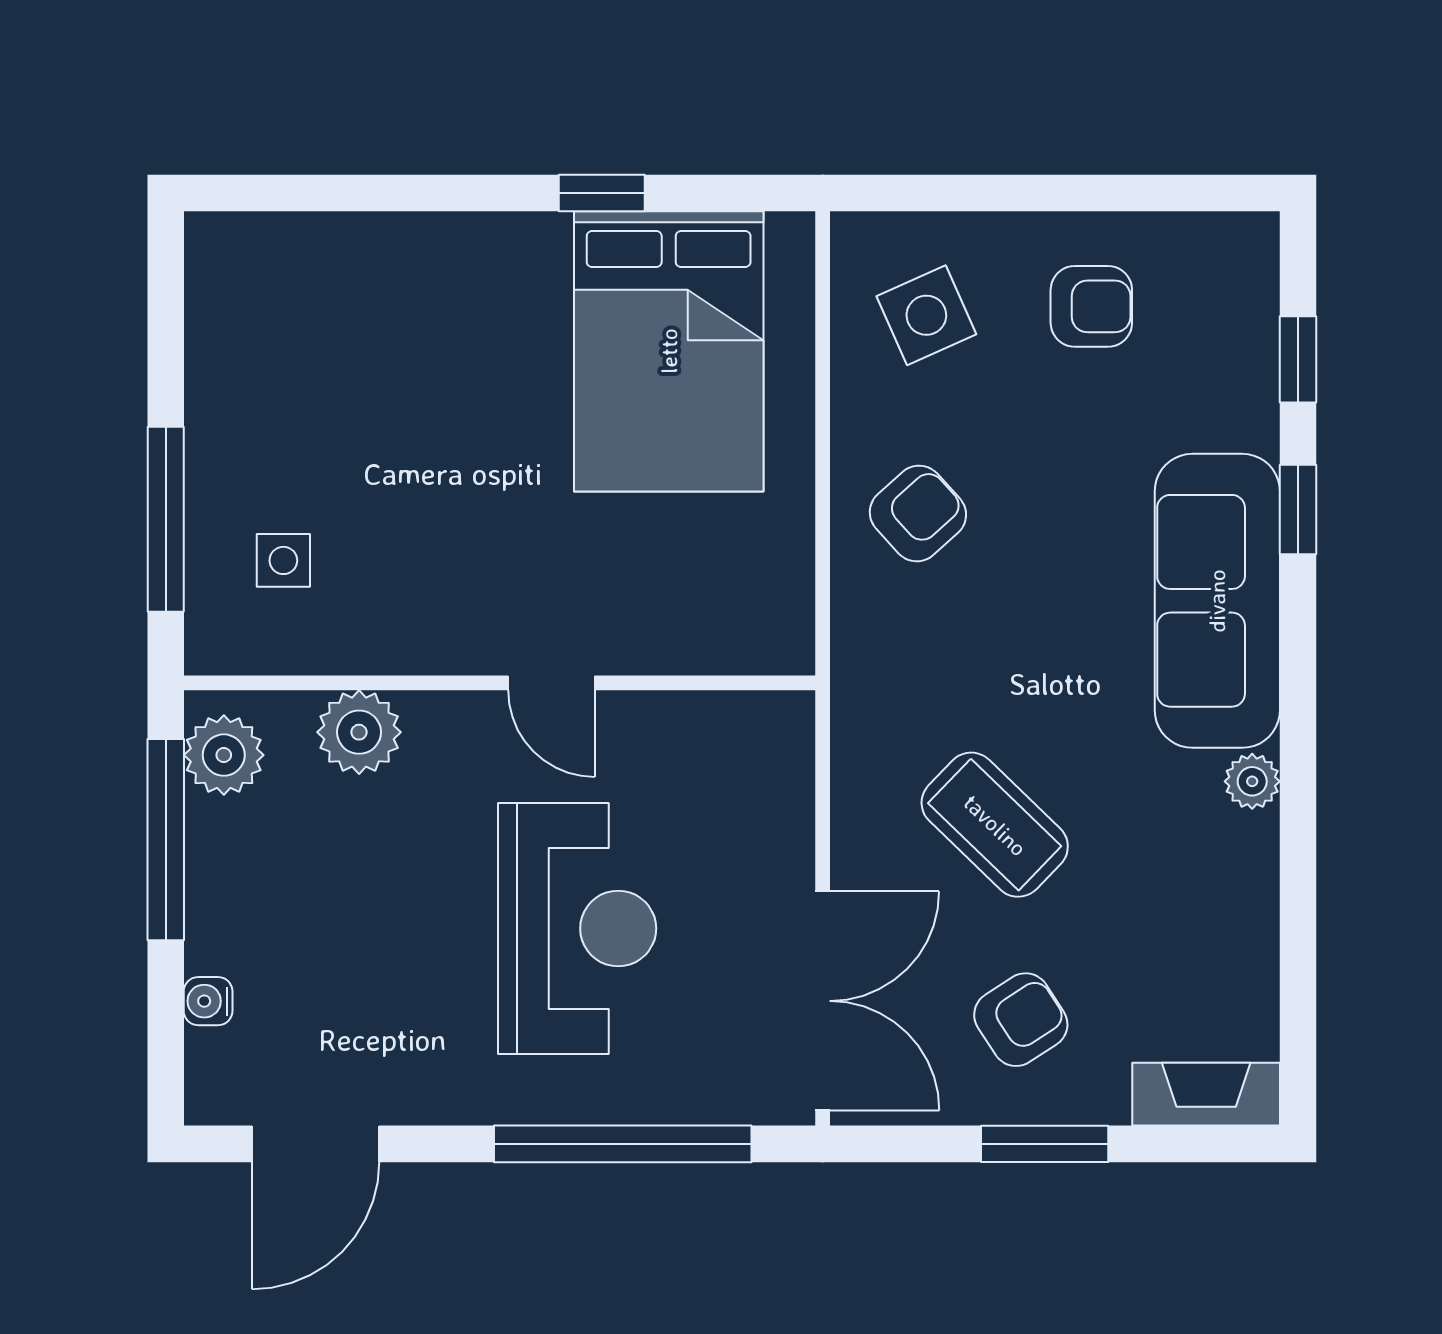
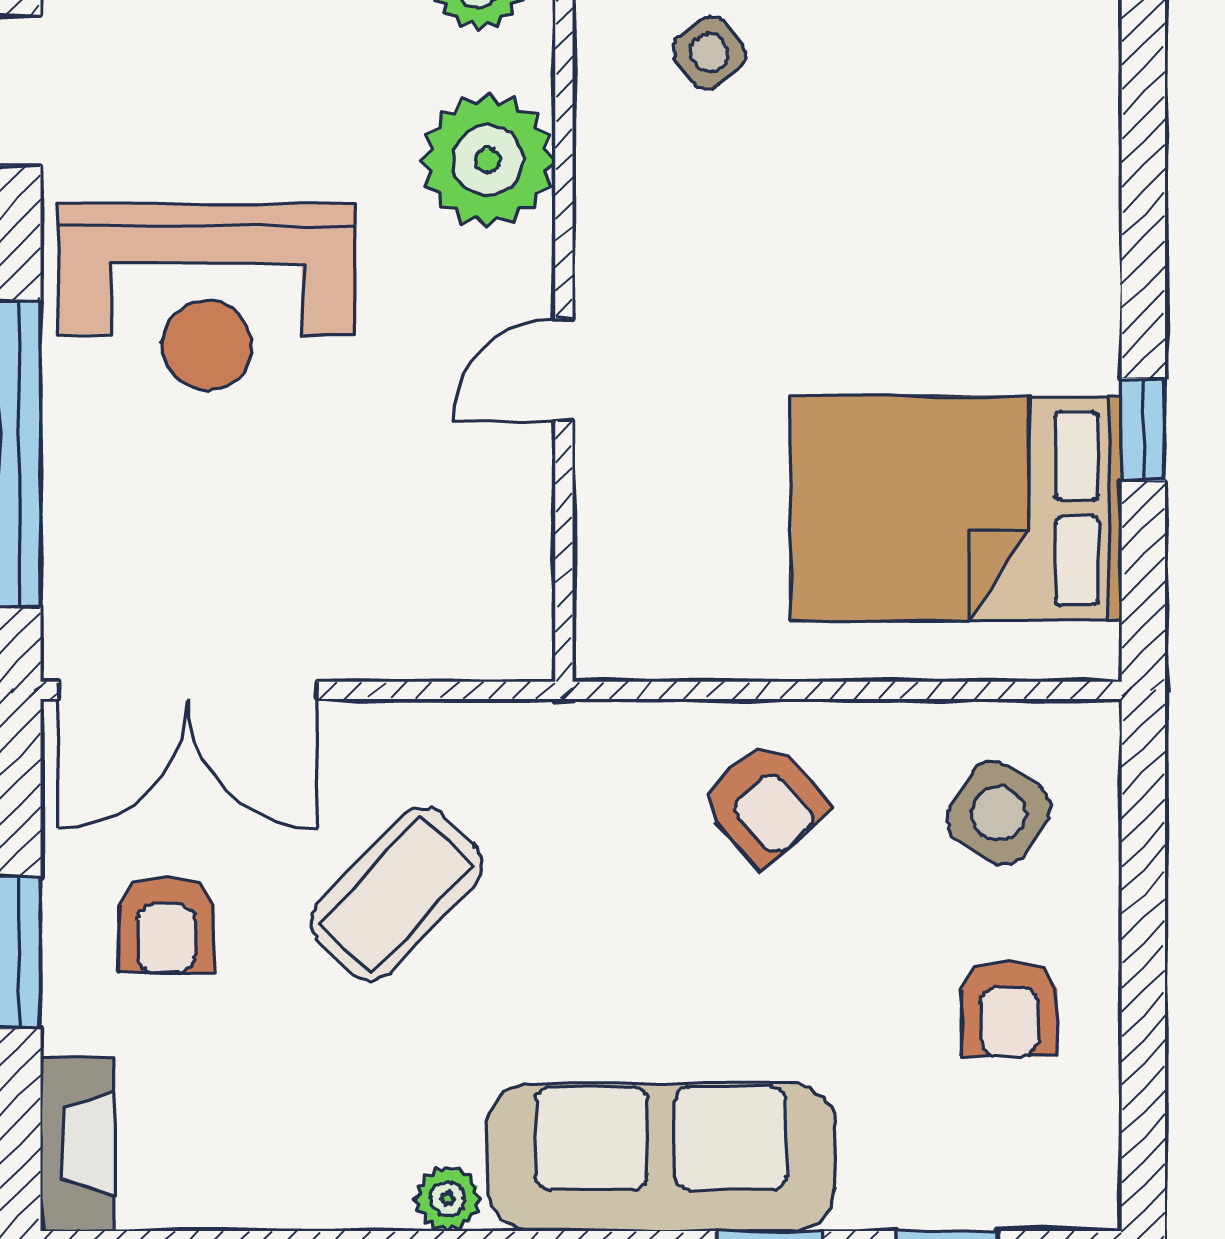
side table: (926, 315) -> (999, 813), turned -34
side table: (283, 560) -> (709, 53), turned -37
plant: (359, 732) -> (488, 160), width x1.36, depth x1.36
reception desk: (577, 929) -> (207, 297), moved
armchair: (1021, 1020) -> (166, 925), turned 33

